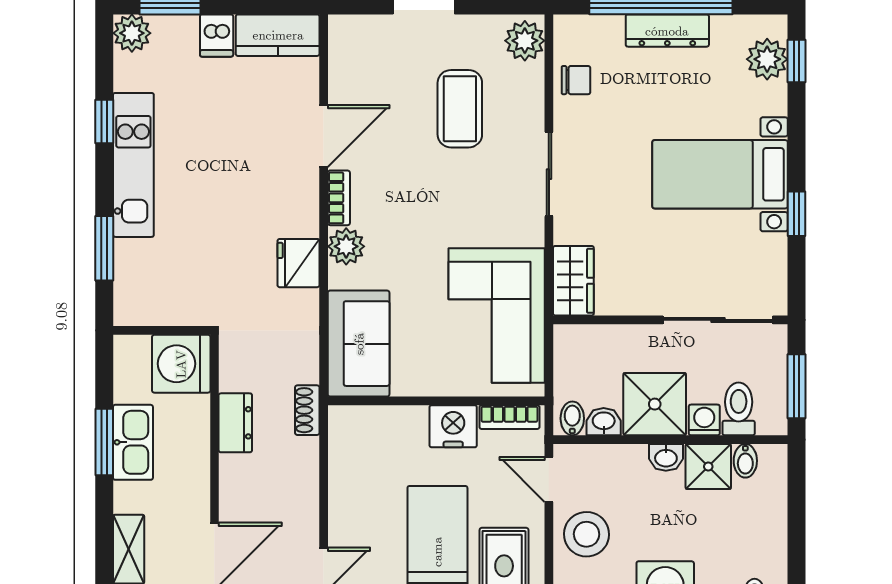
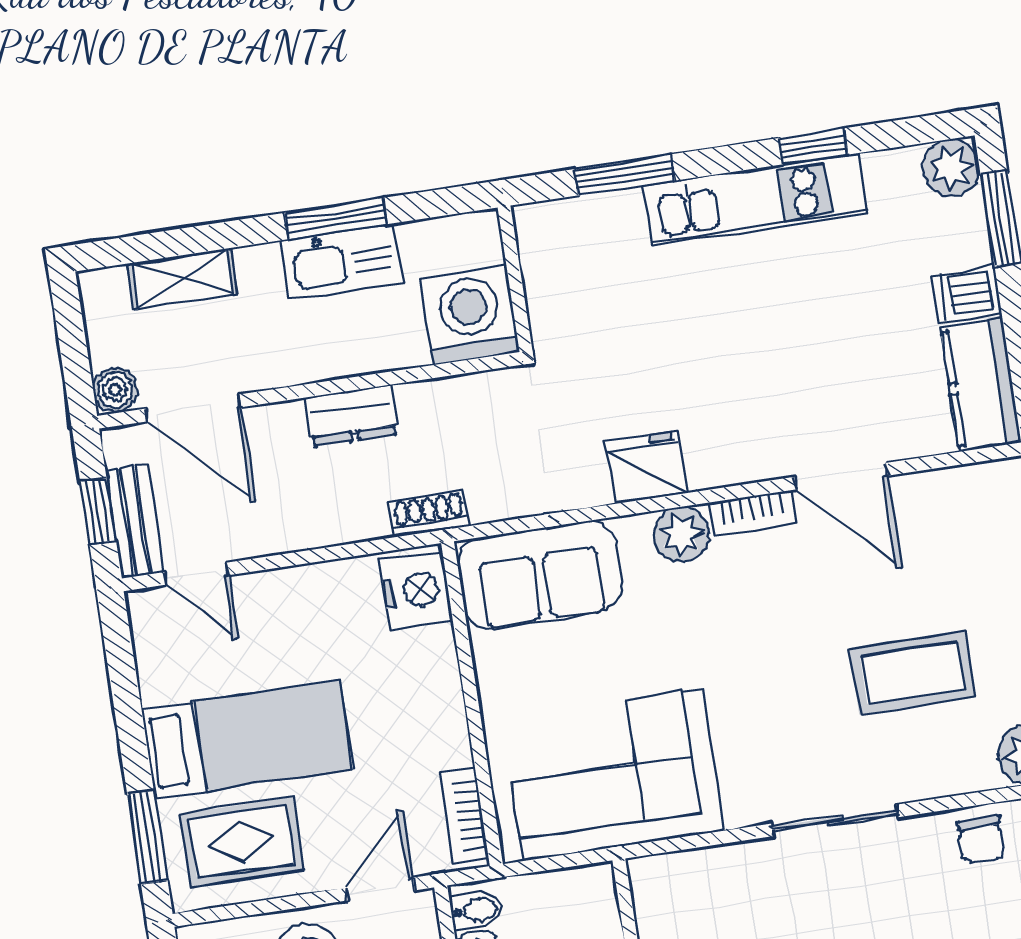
wardrobe: (573, 281) -> (682, 881), removed
dresser: (235, 423) -> (352, 416), moved
nightstand: (453, 426) -> (416, 590), moved

